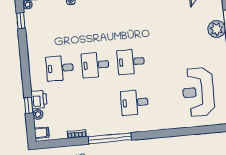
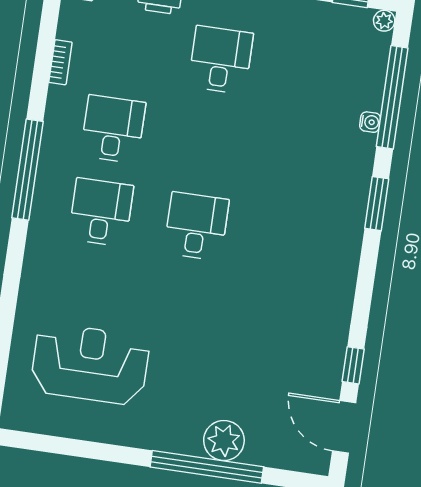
desk: (95, 65) -> (113, 129), moved
window: (110, 138) -> (27, 170), moved

